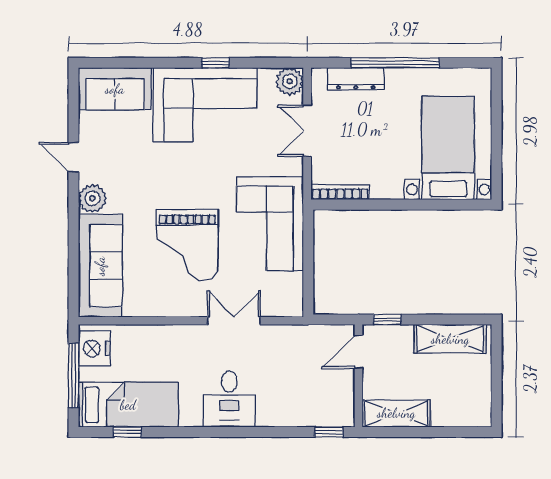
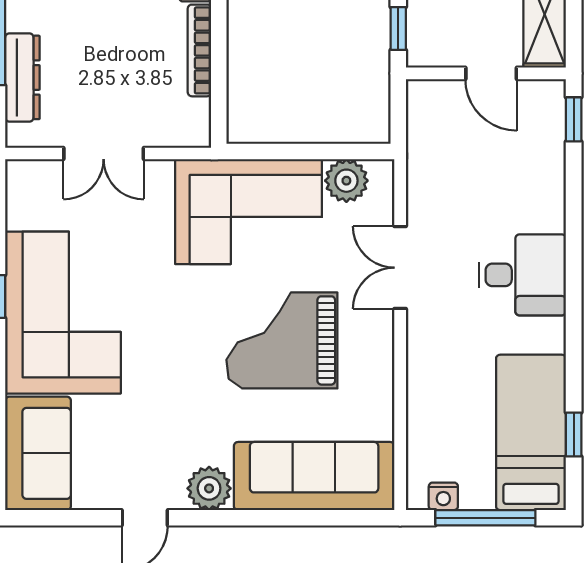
plant: (290, 81) -> (346, 181), moved
bookcase: (340, 192) -> (199, 50), moved
grand piano: (187, 245) -> (282, 340), turned 180
nightstand: (94, 349) -> (443, 496), width x0.53, depth x0.56
door: (358, 352) -> (491, 73), moved

